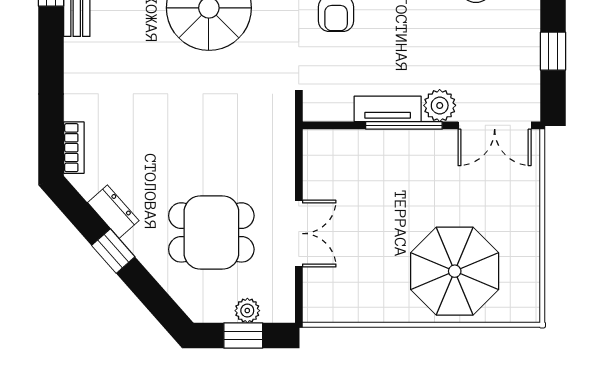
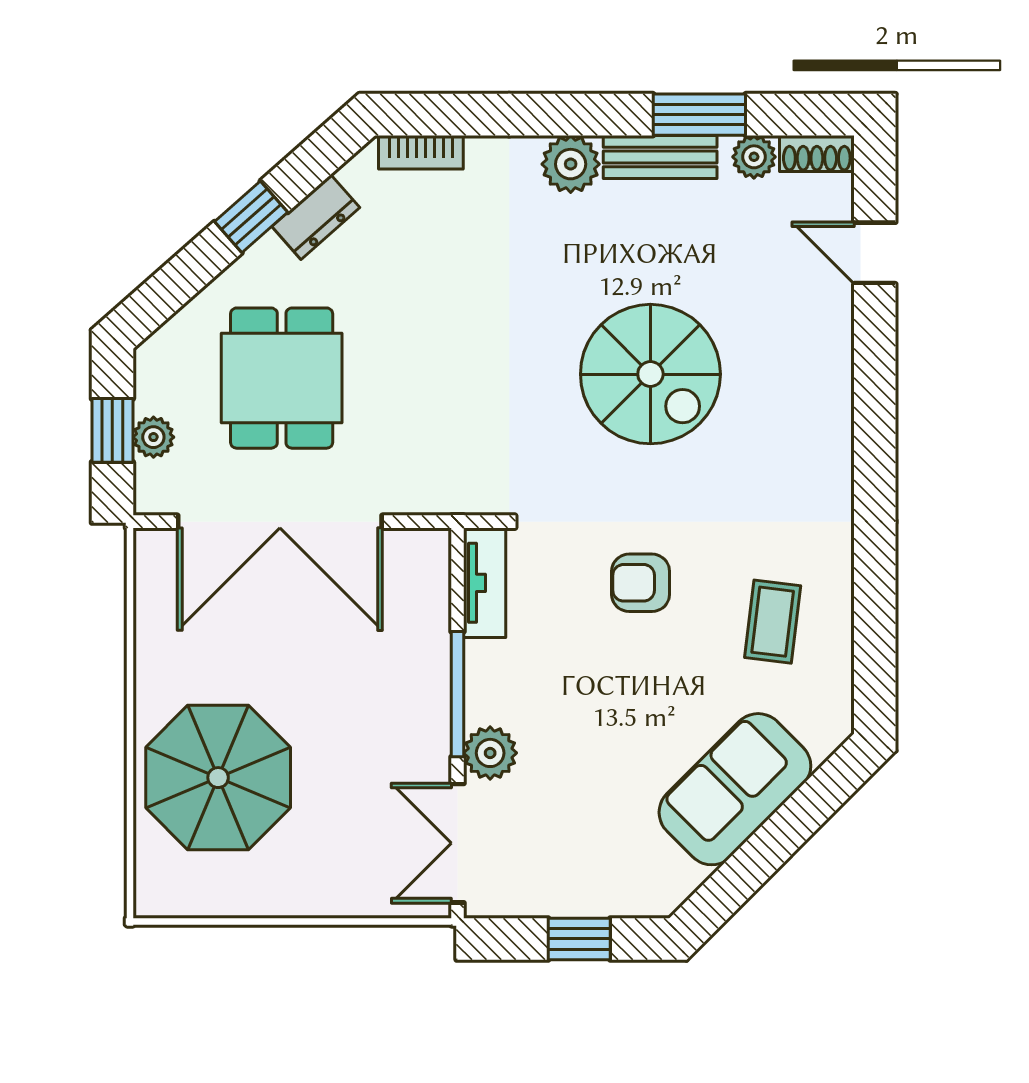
plant: (81, 56) -> (571, 164), added
tv unit: (388, 109) -> (485, 583), moved
double door: (299, 234) -> (280, 522), width x1.87

